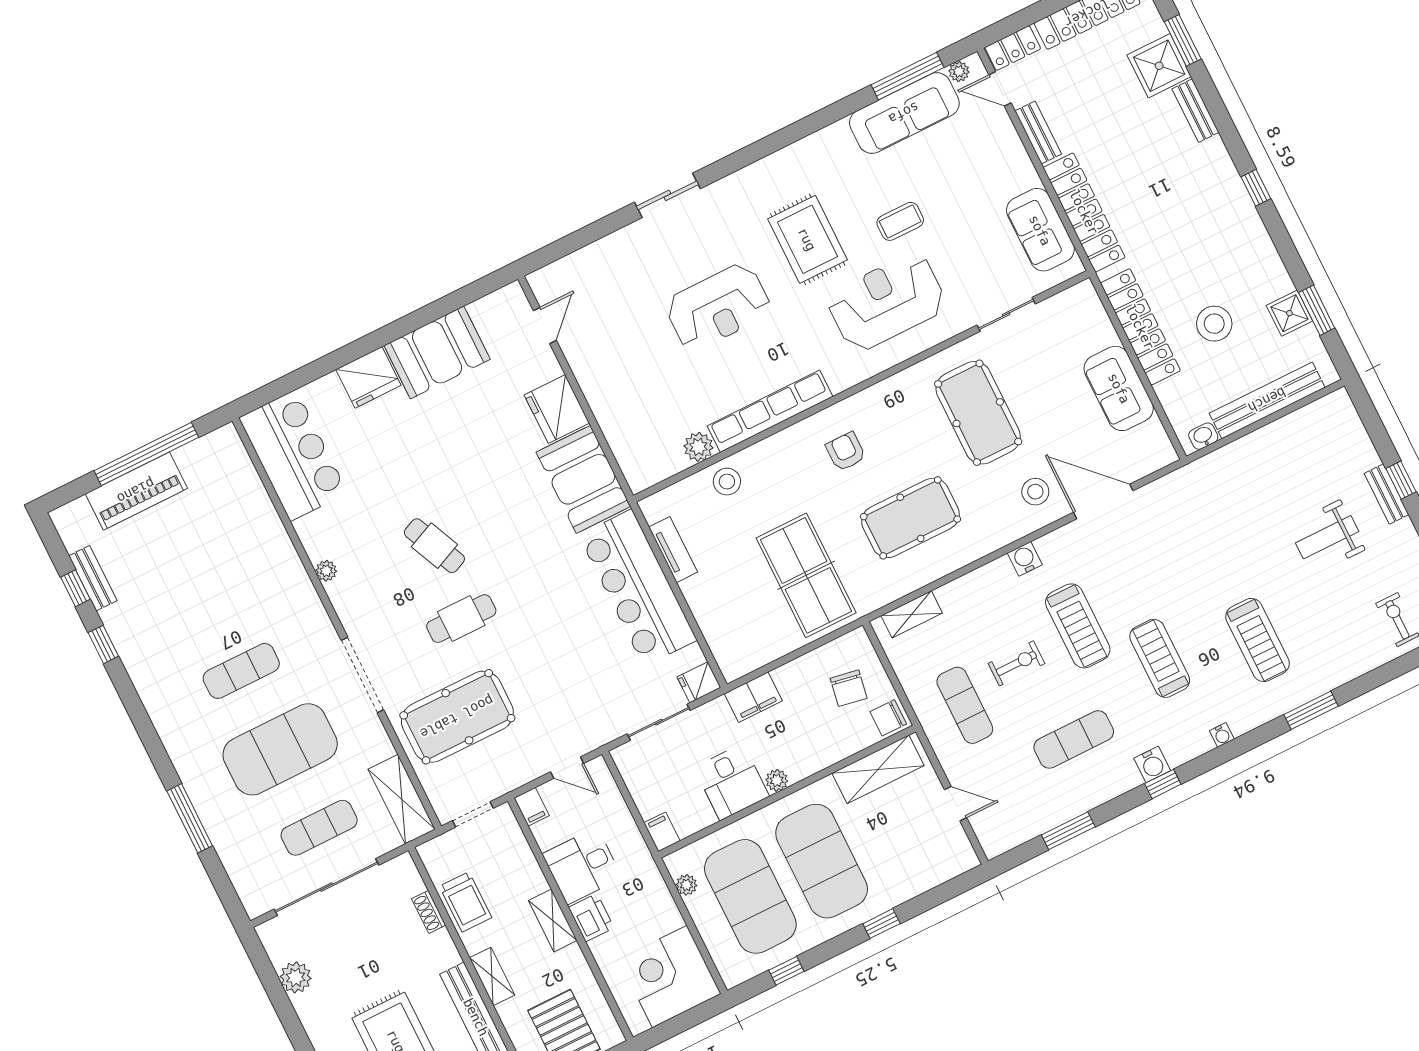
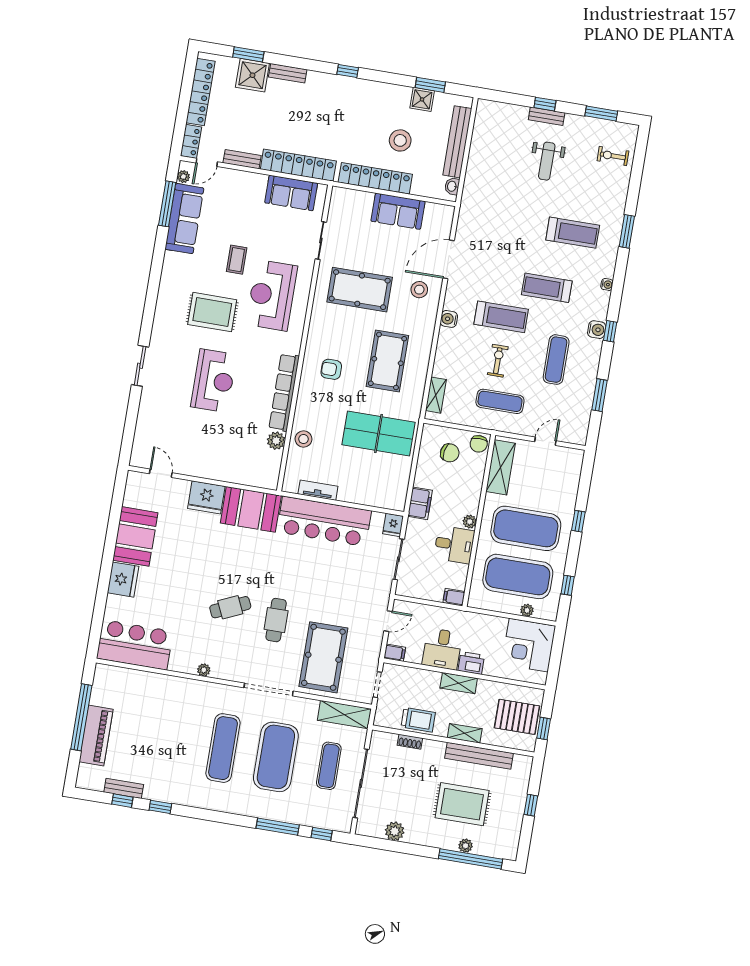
exercise mat: (241, 671) -> (223, 748), width x1.36, depth x1.45
window: (222, 884) -> (322, 834), added
plant: (686, 885) -> (527, 610), moved

